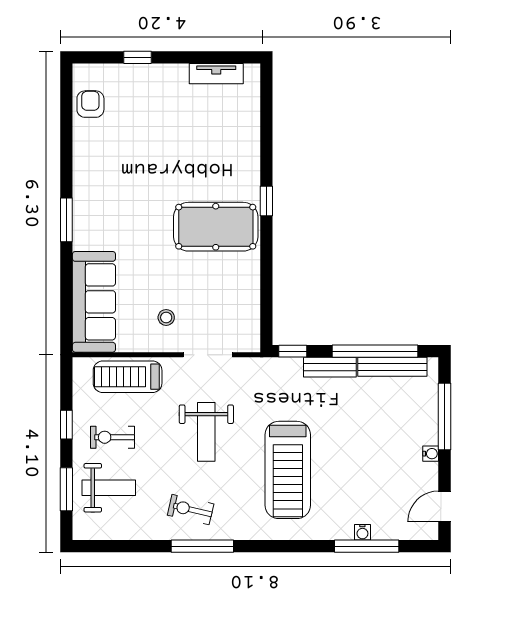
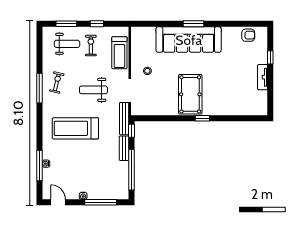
tv unit: (216, 74) -> (263, 77), moved
sofa: (94, 302) -> (189, 40), moved, width x1.36, depth x1.27
bench: (392, 367) -> (124, 119), moved
treadmill: (128, 377) -> (119, 53), turned 180
weight bench: (109, 488) -> (67, 44), turned -90

